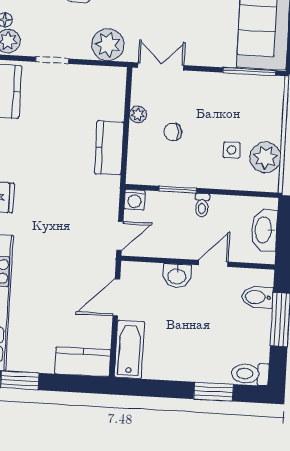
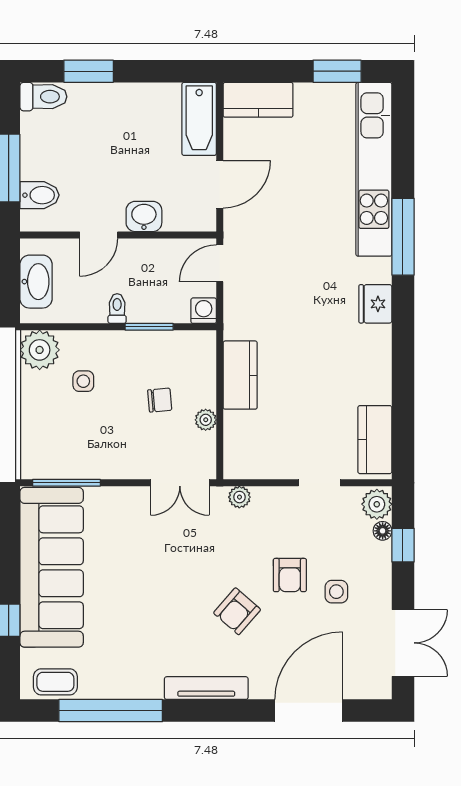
plant: (108, 45) -> (239, 497), width x0.53, depth x0.53
plant: (265, 157) -> (40, 350), moved

